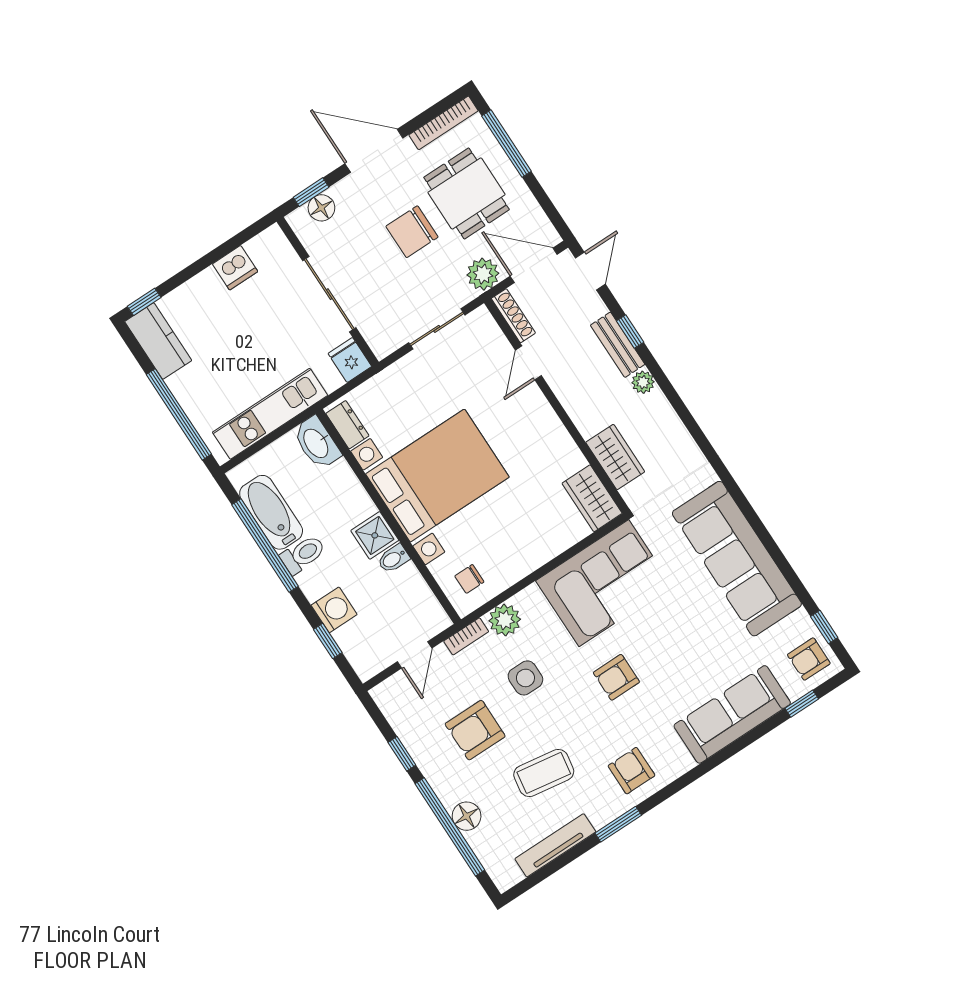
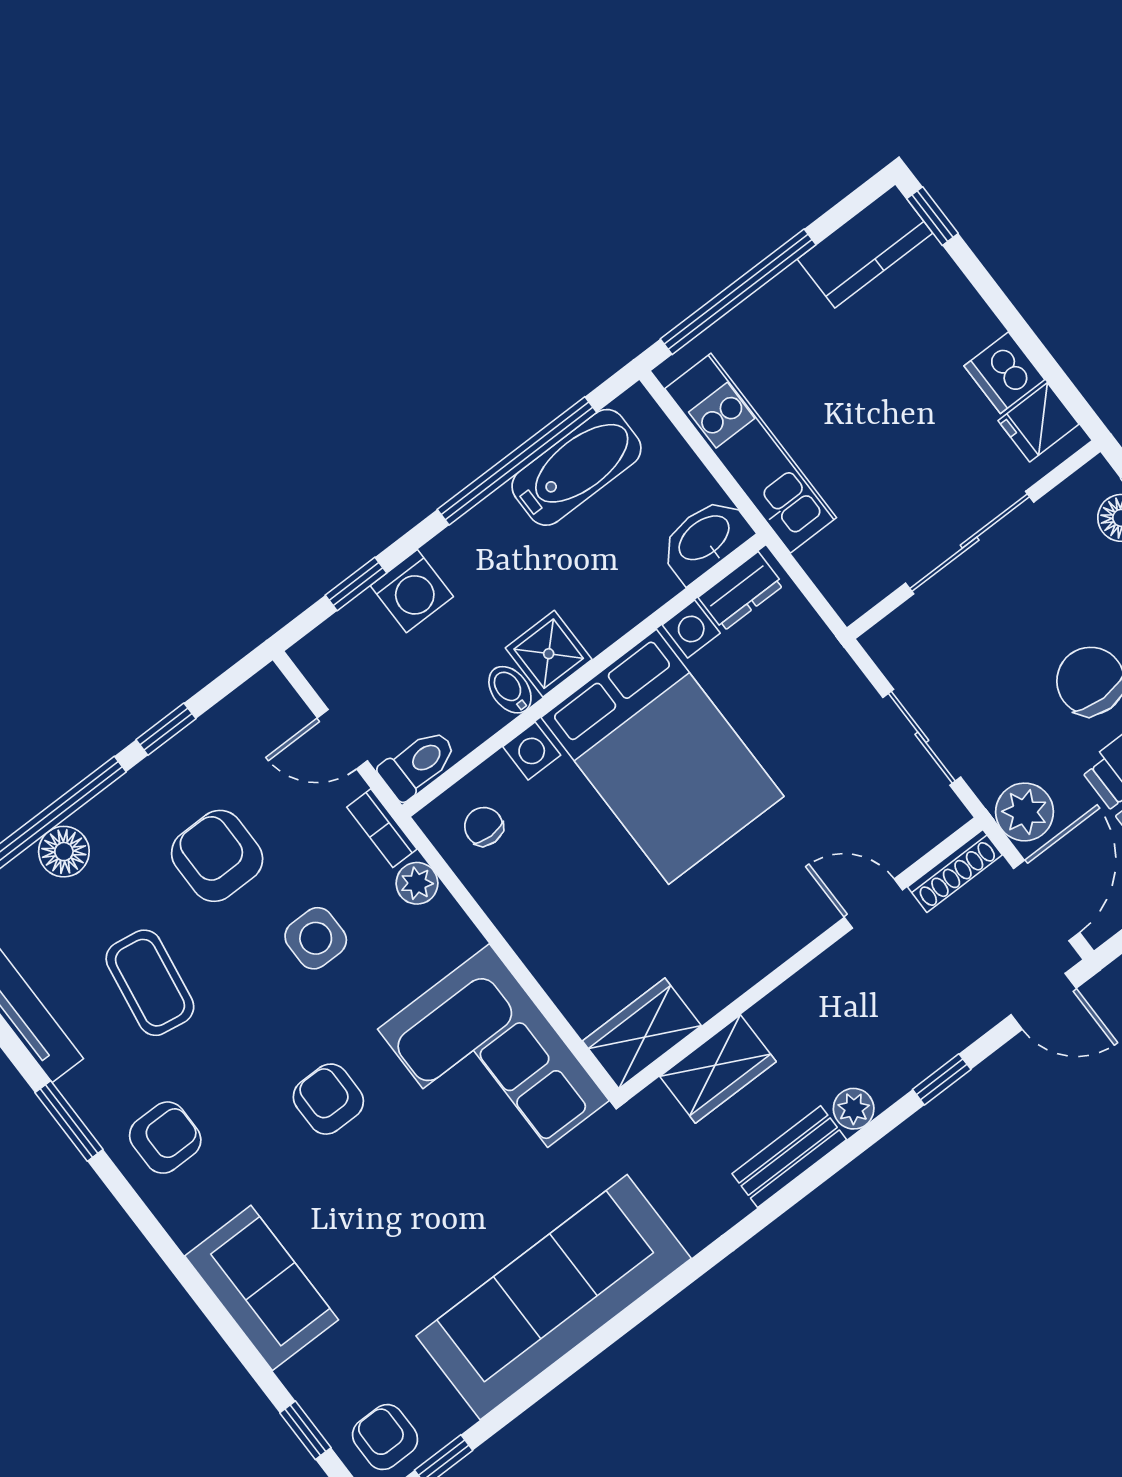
bench: (618, 345) -> (789, 1157), moved
fridge: (350, 360) -> (1039, 422), moved, turned 180
toilet: (303, 554) -> (418, 764), moved, turned -90
plant: (505, 620) -> (417, 883), width x0.73, depth x0.73
sofa: (732, 714) -> (262, 1288), width x0.73

